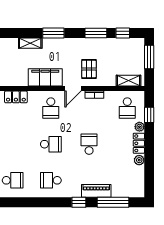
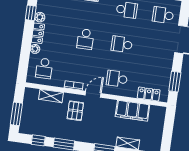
filing cabinet: (45, 77) -> (132, 111), moved
shelving: (129, 81) -> (51, 96), moved
school desk: (51, 108) -> (117, 79), turned -90
school desk: (127, 108) -> (44, 68), turned 180
window: (149, 115) -> (31, 13), moved

